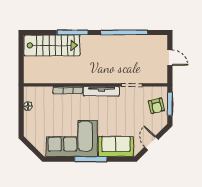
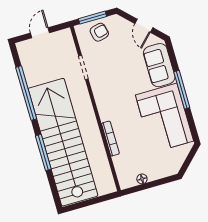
stairs: (52, 45) -> (63, 142), width x1.86, depth x1.51
tv unit: (101, 91) -> (101, 100), removed
door: (151, 143) -> (144, 26), hinge flipped

